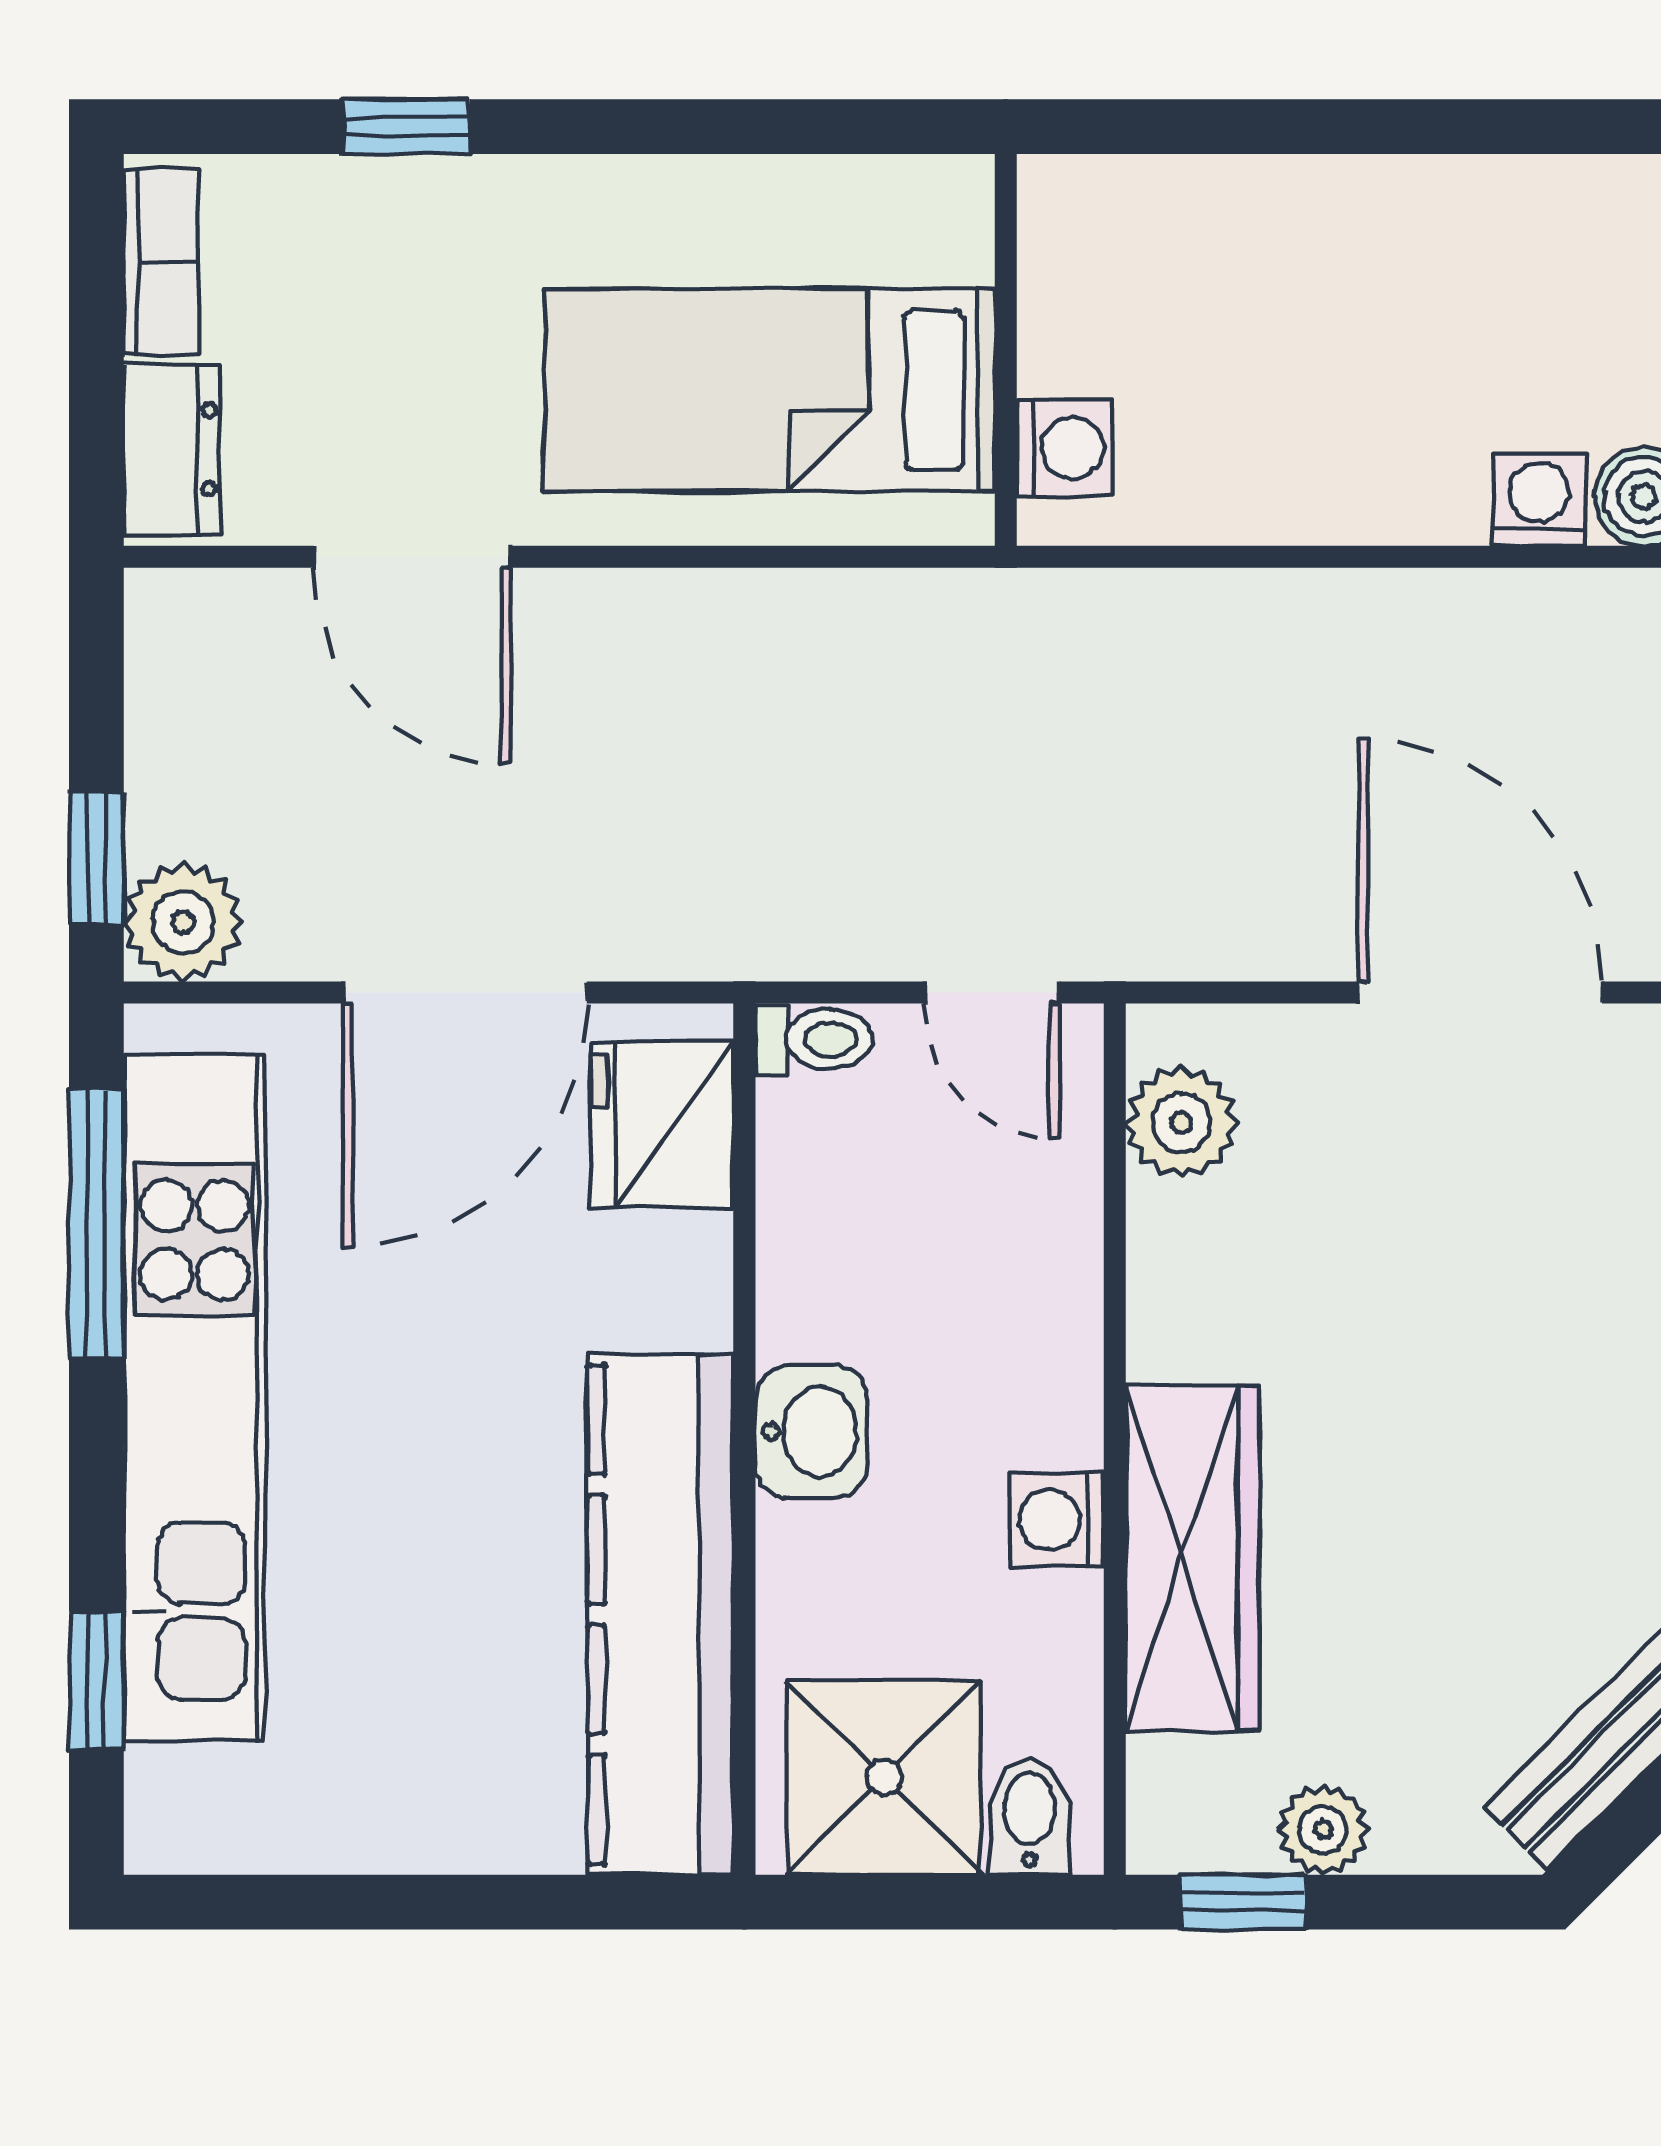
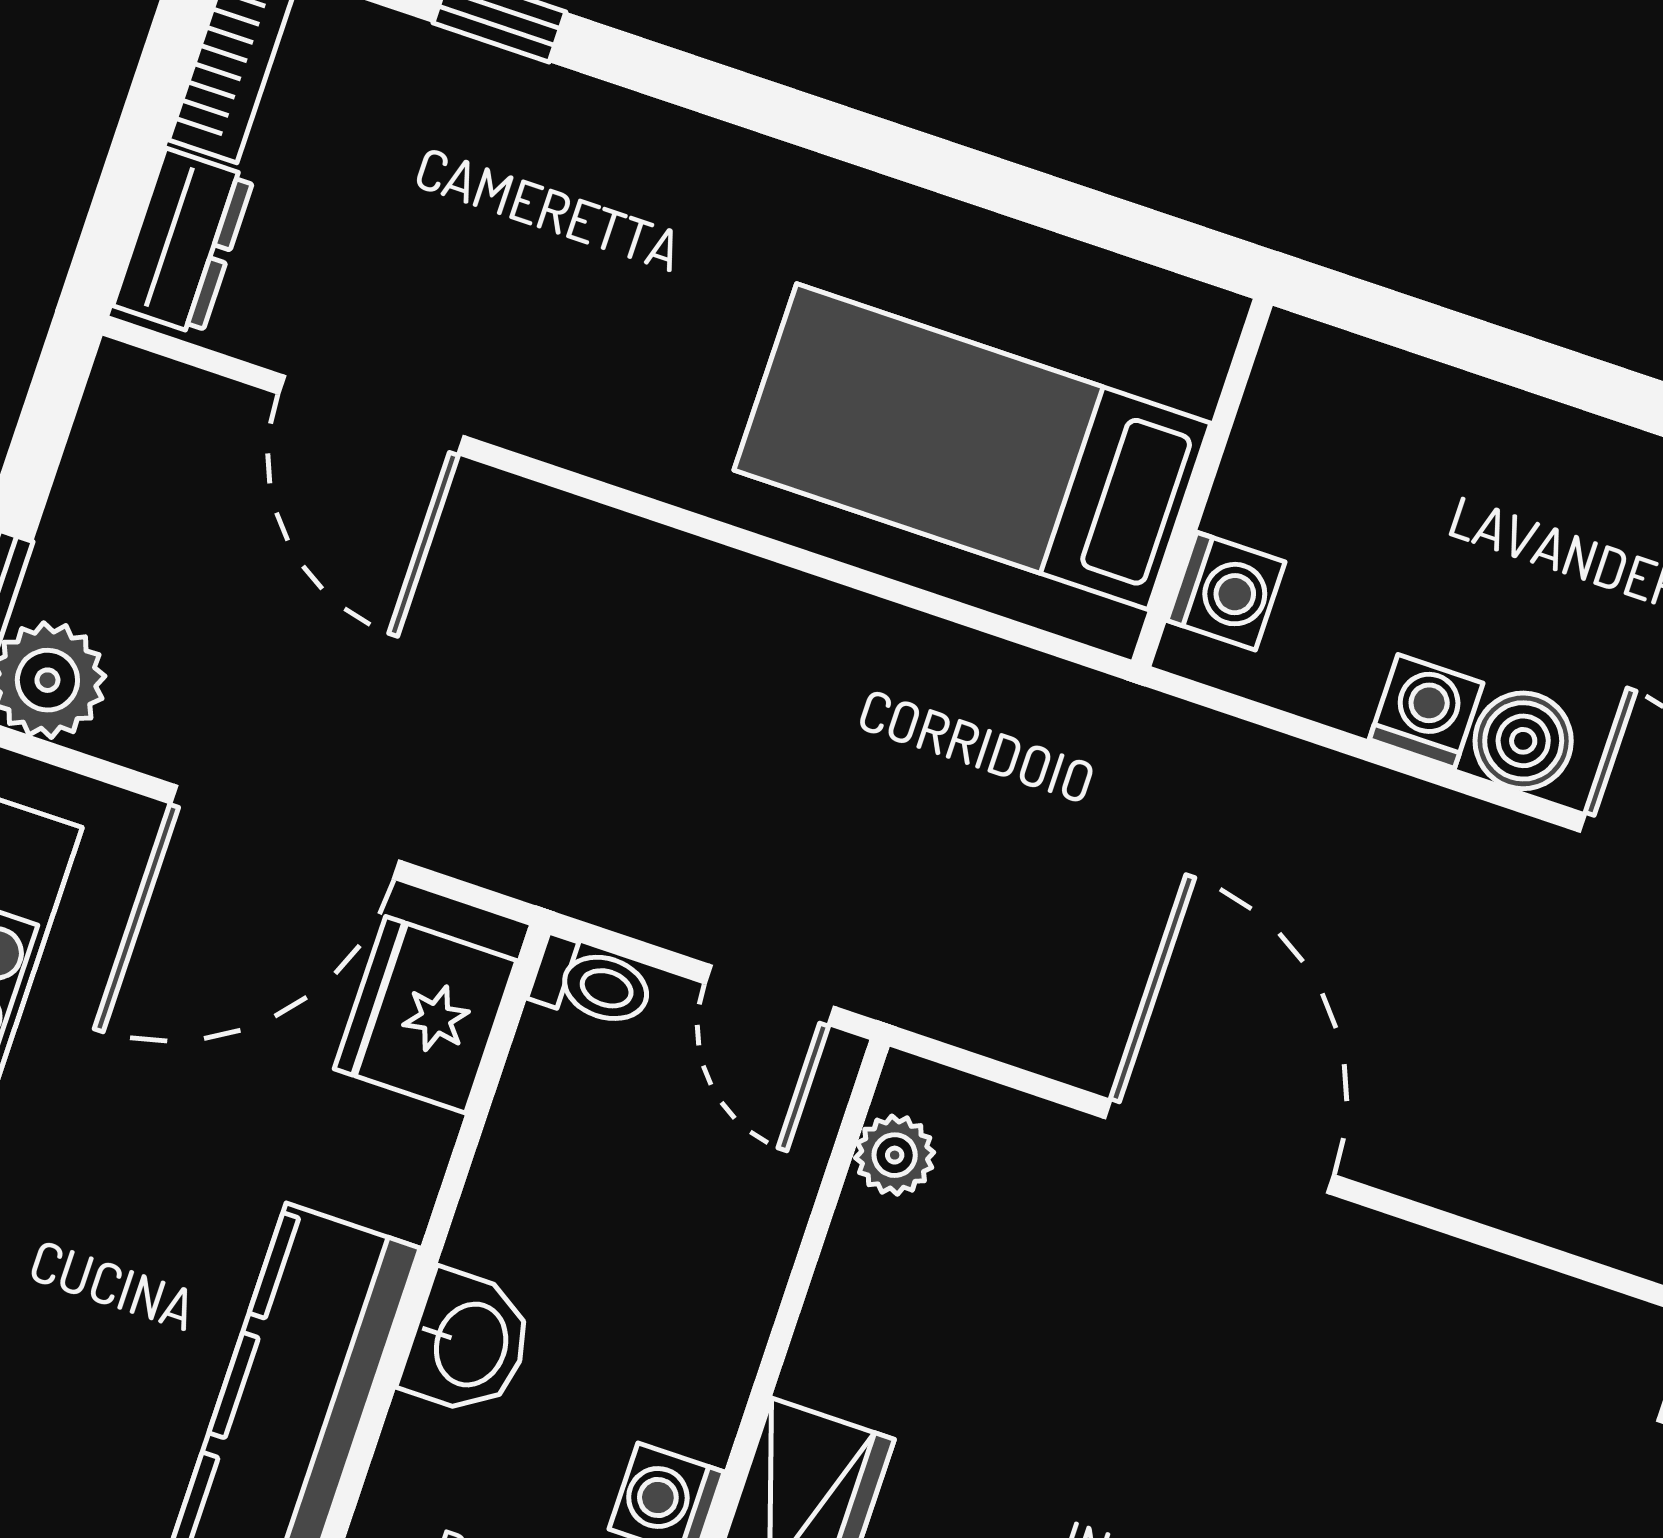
wall: (1006, 350) -> (1202, 483), moved
bed: (770, 390) -> (972, 447), moved
washing machine: (1065, 448) -> (1226, 591), moved
plant: (1181, 1123) -> (895, 1155), width x0.73, depth x0.73

